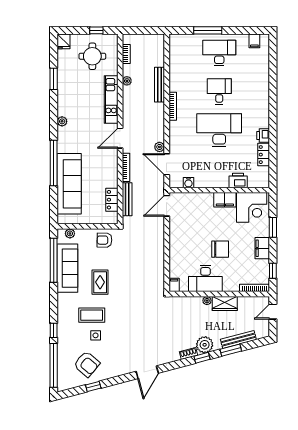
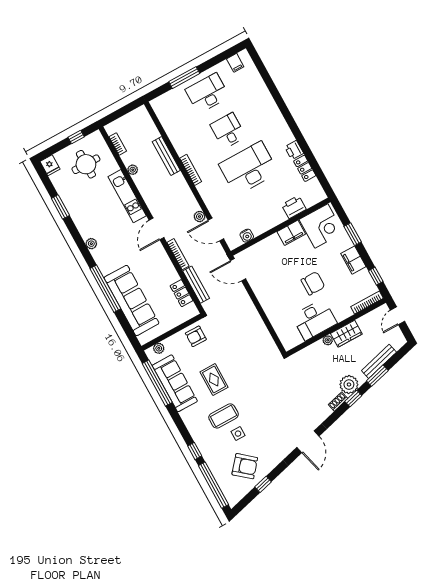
door: (167, 206) -> (238, 270), hinge flipped
filing cabinet: (174, 285) -> (287, 343), removed

